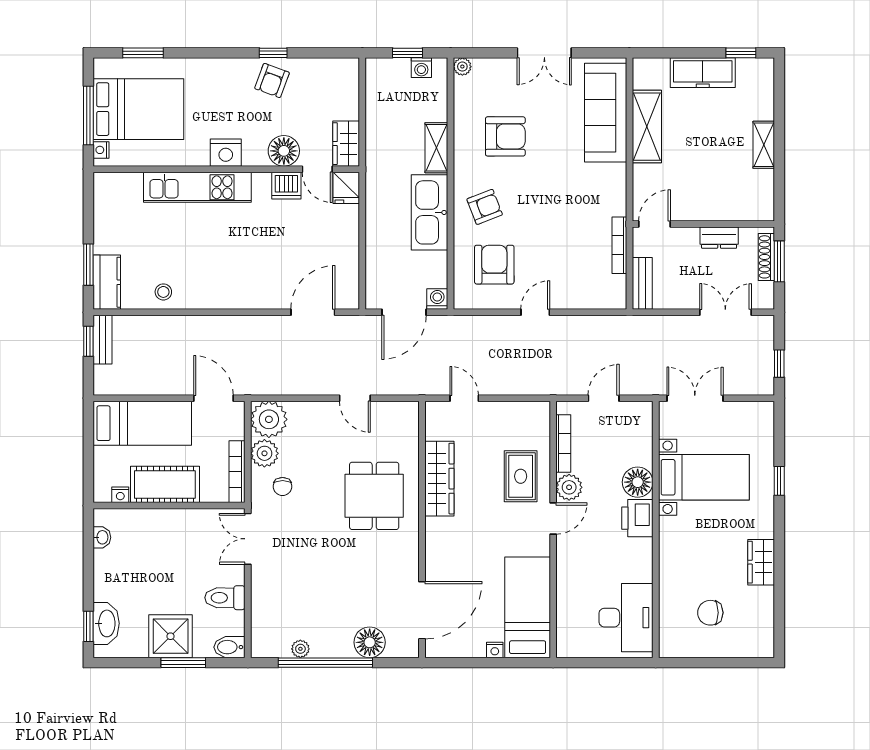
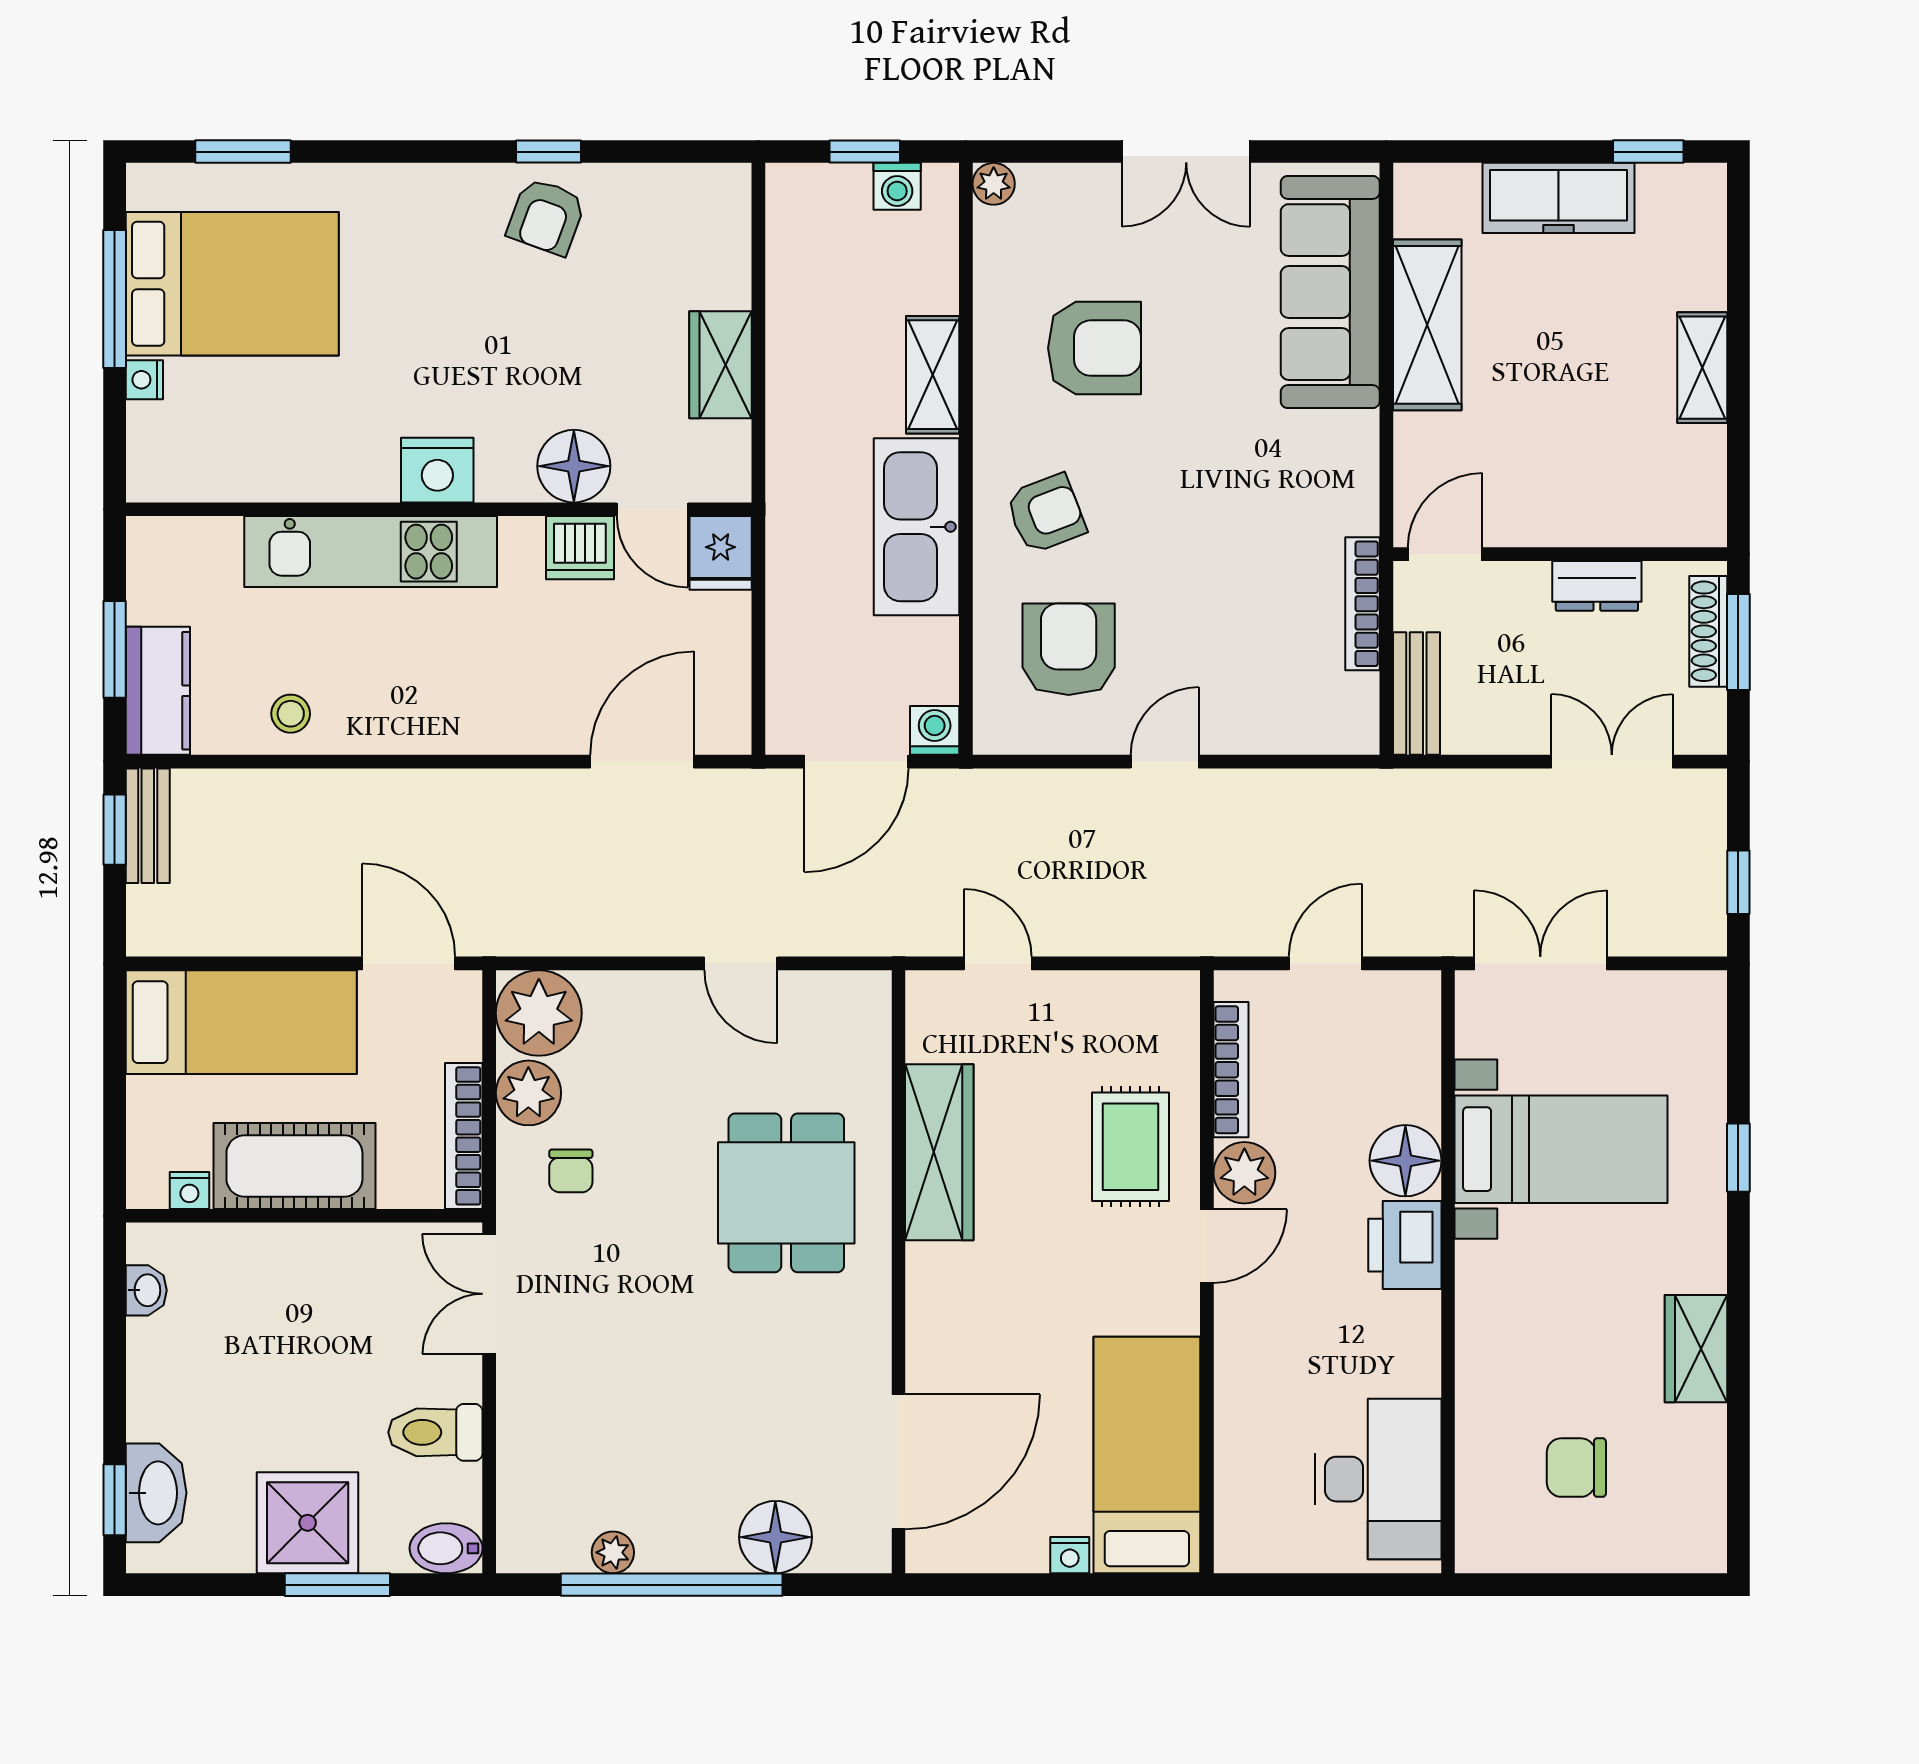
floor lamp: (284, 151) -> (574, 466), moved
nightstand: (226, 153) -> (437, 470), moved
wall: (226, 169) -> (439, 509), moved
door: (317, 169) -> (652, 509), moved
dishwasher: (286, 186) -> (580, 548), moved
kitchen unit: (197, 187) -> (371, 552), moved
fridge: (346, 188) -> (721, 553), moved

